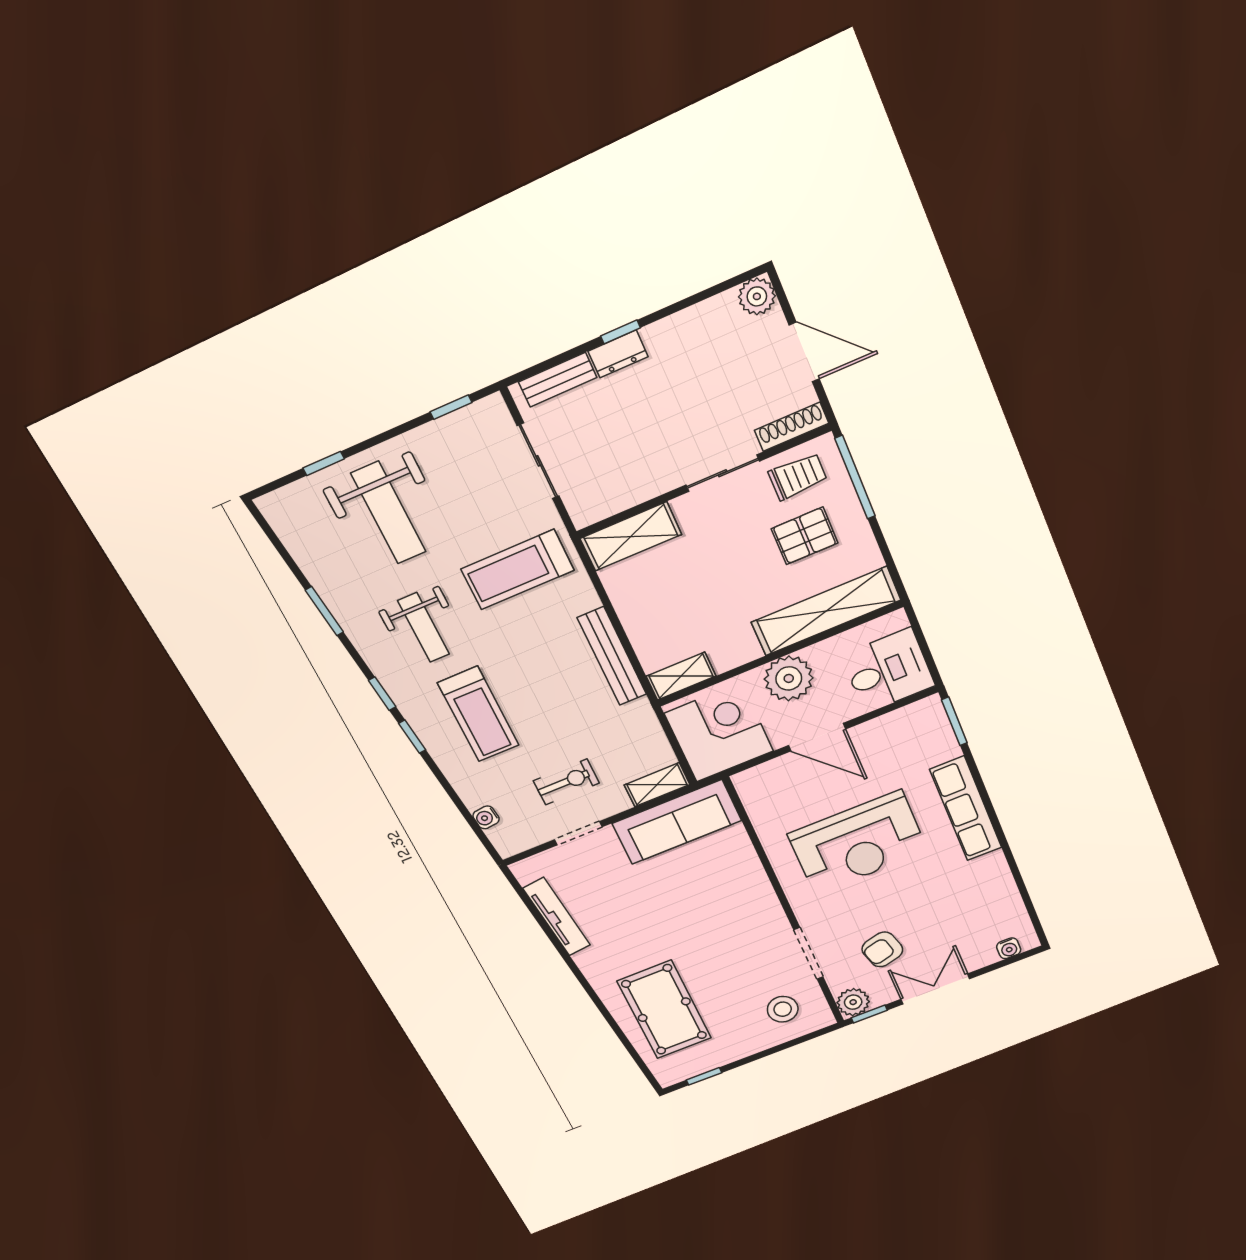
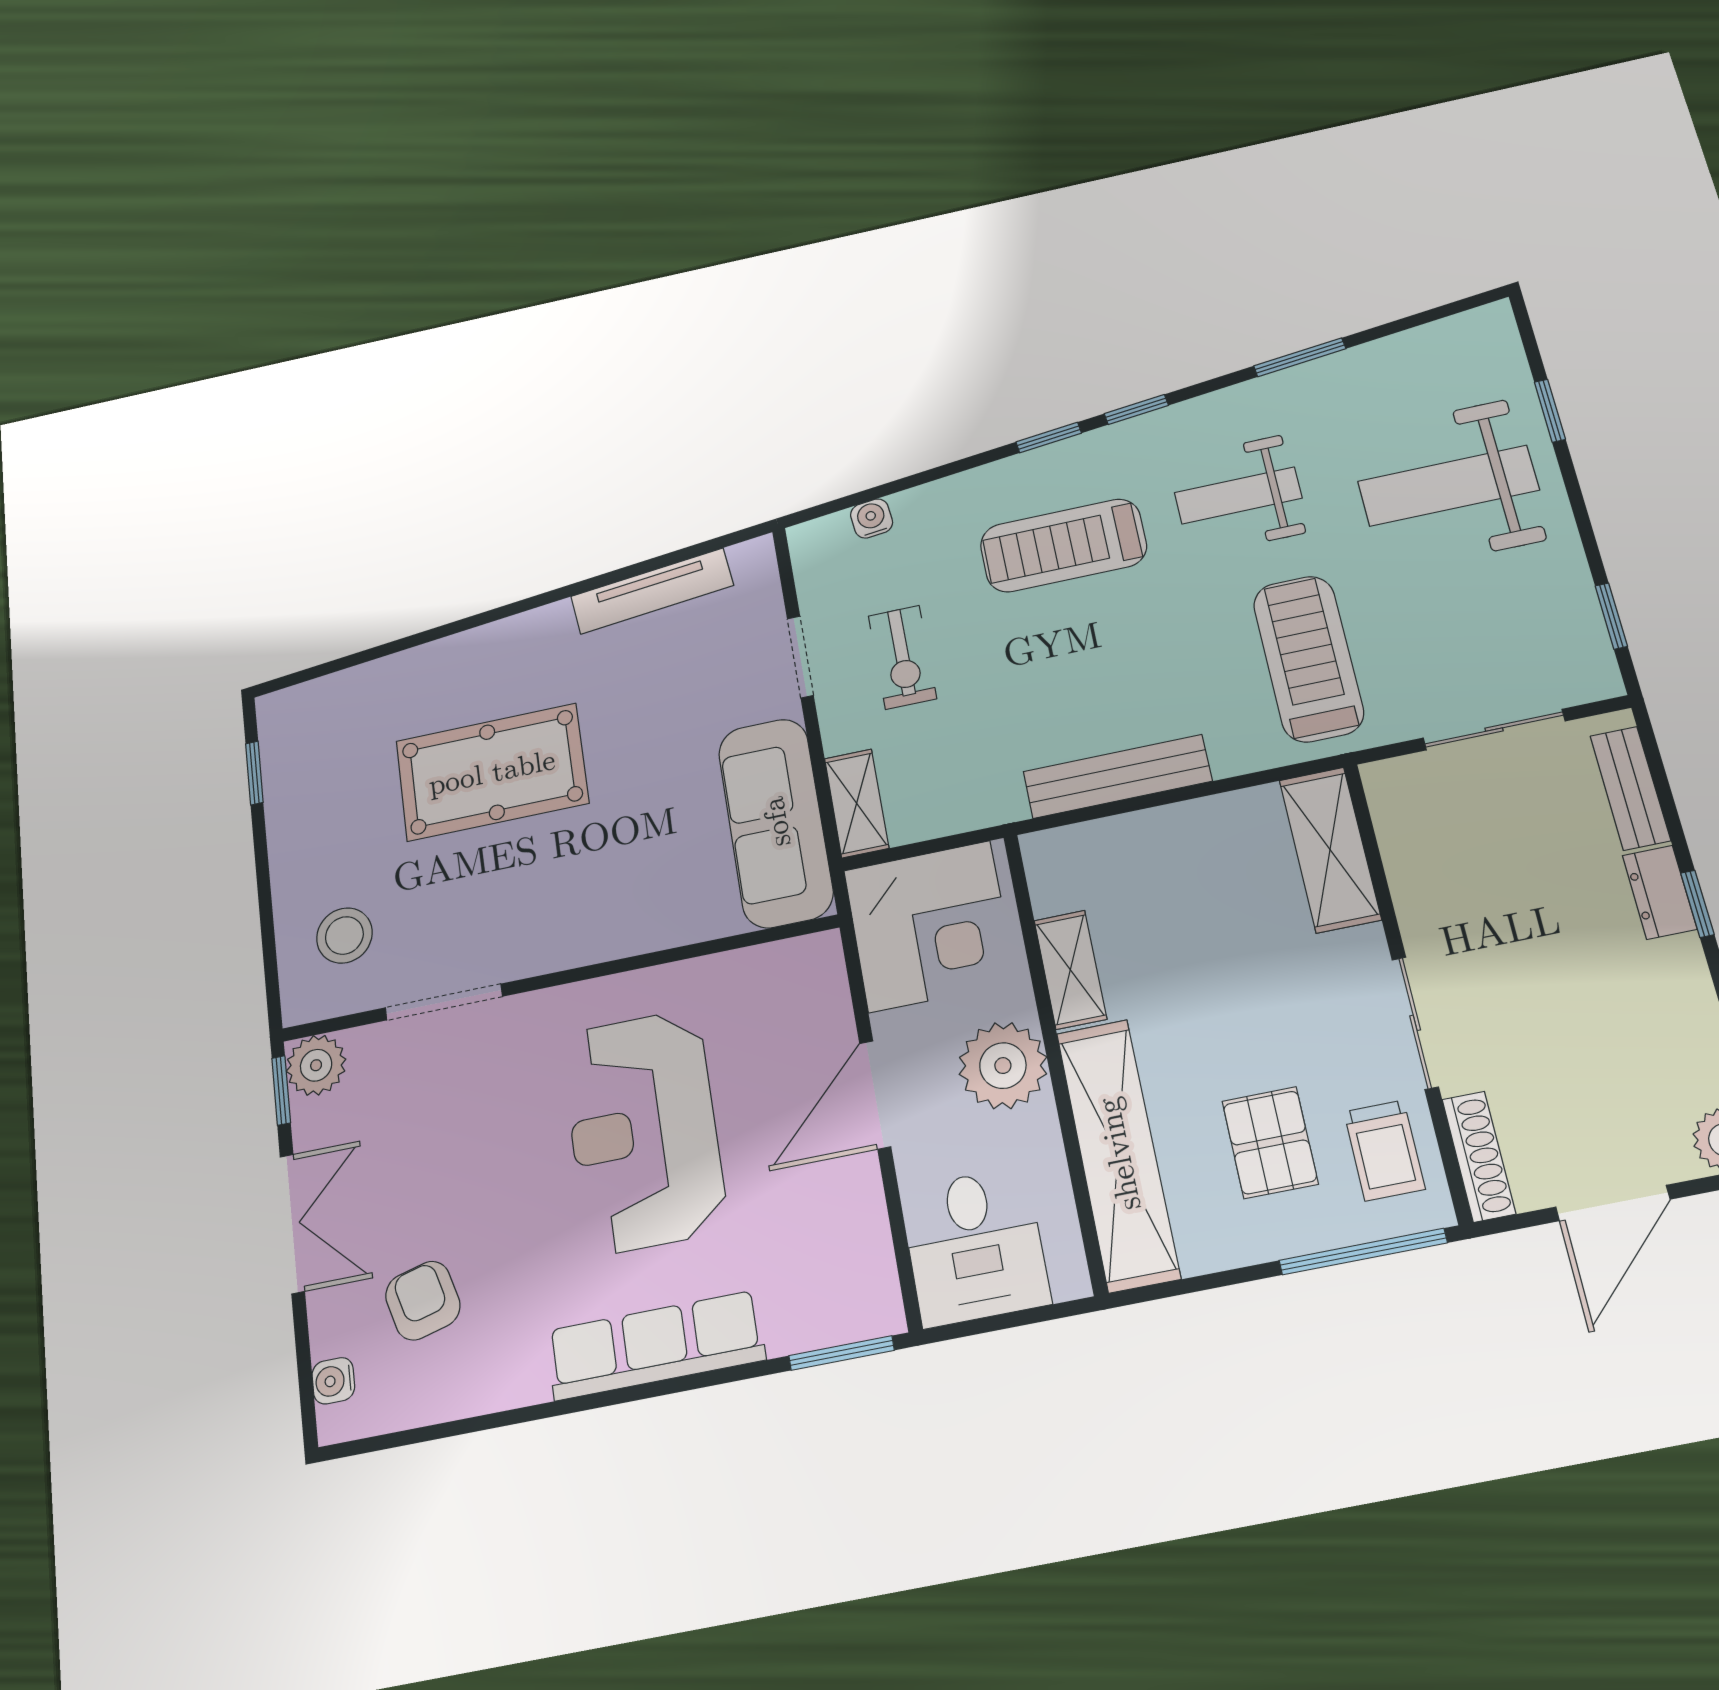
shelving: (681, 676) -> (1070, 970), moved
armchair: (882, 949) -> (423, 1301), moved
pool table: (664, 1010) -> (492, 772), moved

